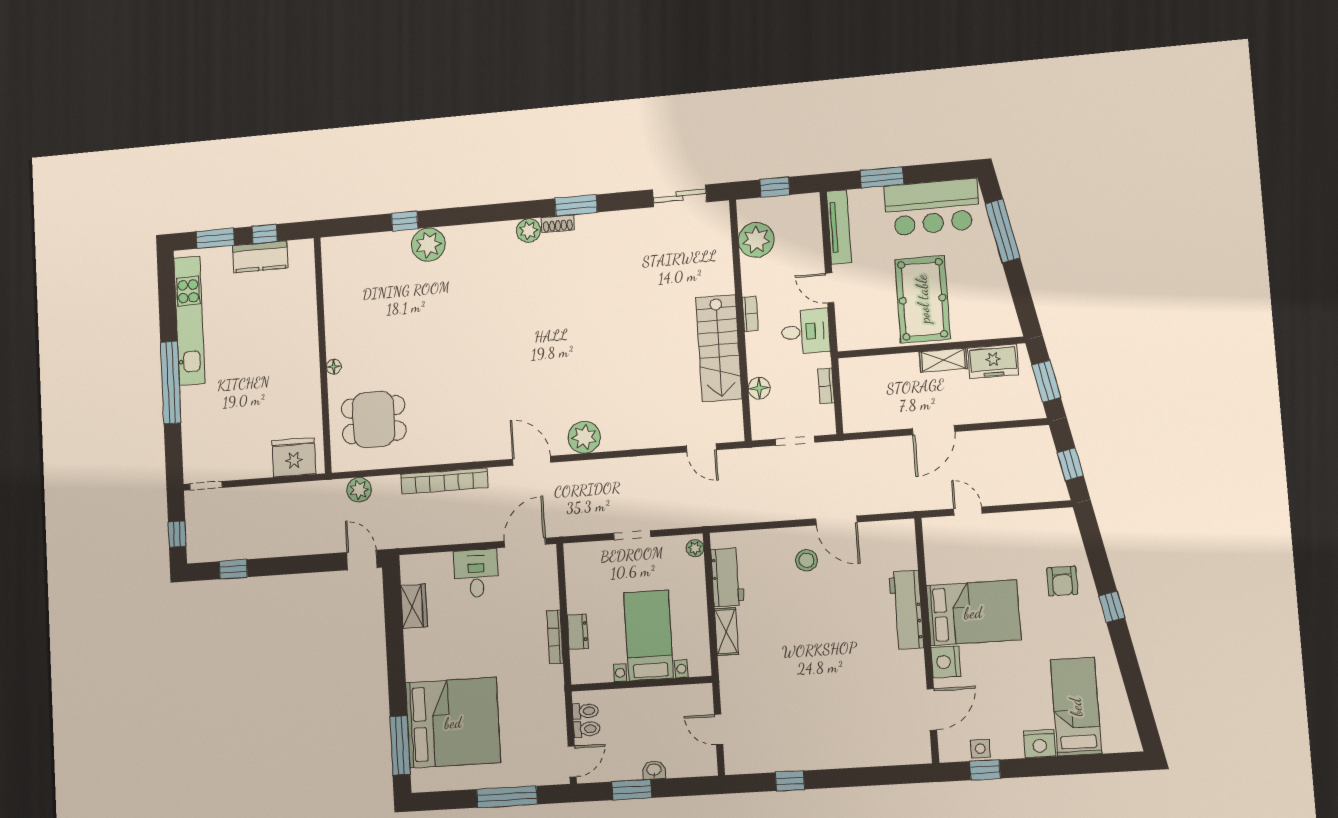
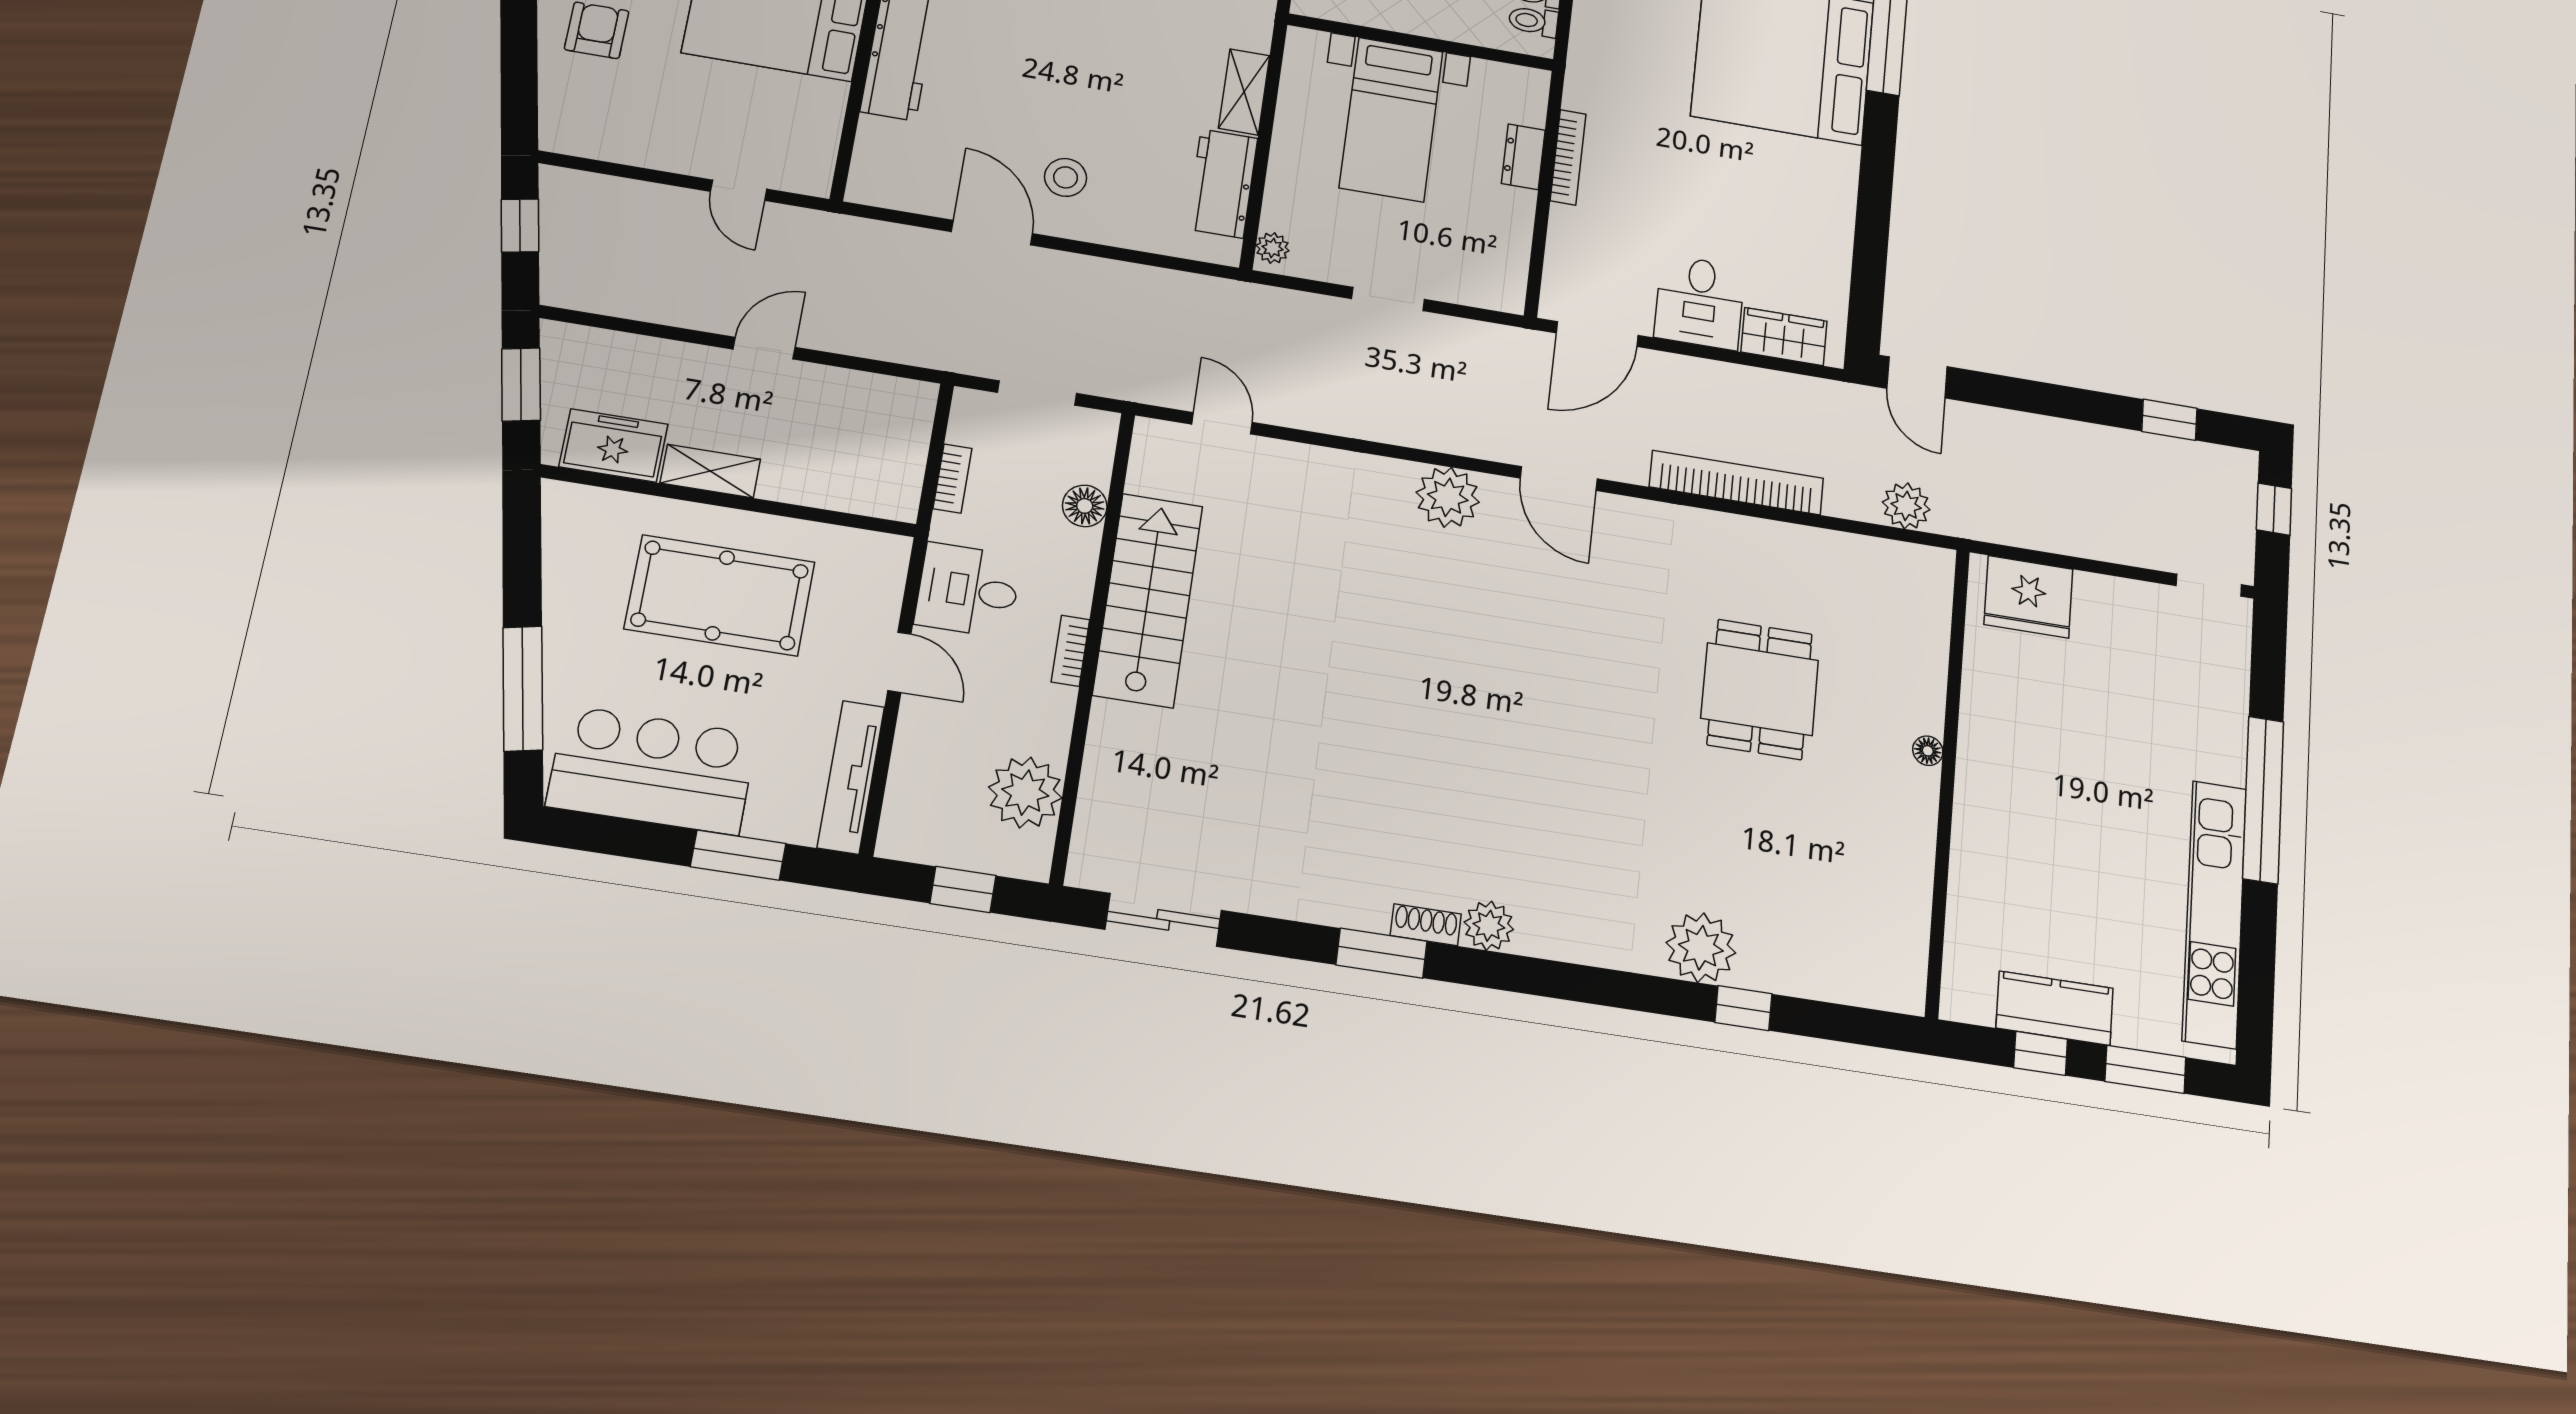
pool table: (923, 299) -> (720, 595), turned 90
dining table: (374, 419) -> (1760, 689), moved, turned 90
door: (934, 430) -> (764, 348), width x0.73
wardrobe: (414, 606) -> (1784, 337), moved, turned 90

